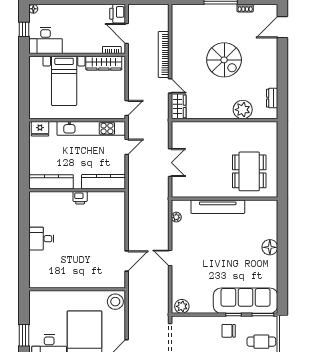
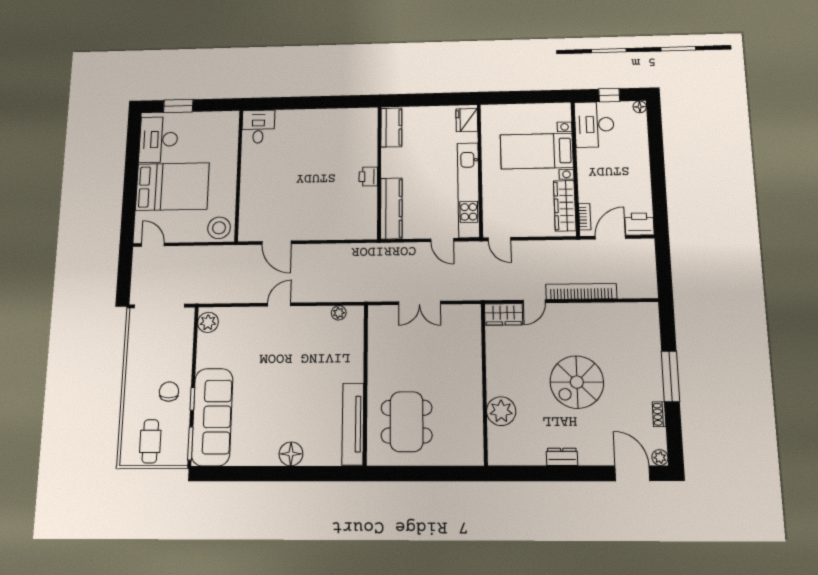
plant: (273, 9) -> (660, 458), added
dresser: (272, 98) -> (562, 457), moved
dining table: (249, 171) -> (407, 422), turned 90
kitchen counter: (51, 182) -> (391, 128), width x0.67
tv unit: (218, 207) -> (353, 424), moved
desk: (41, 239) -> (258, 127), moved

